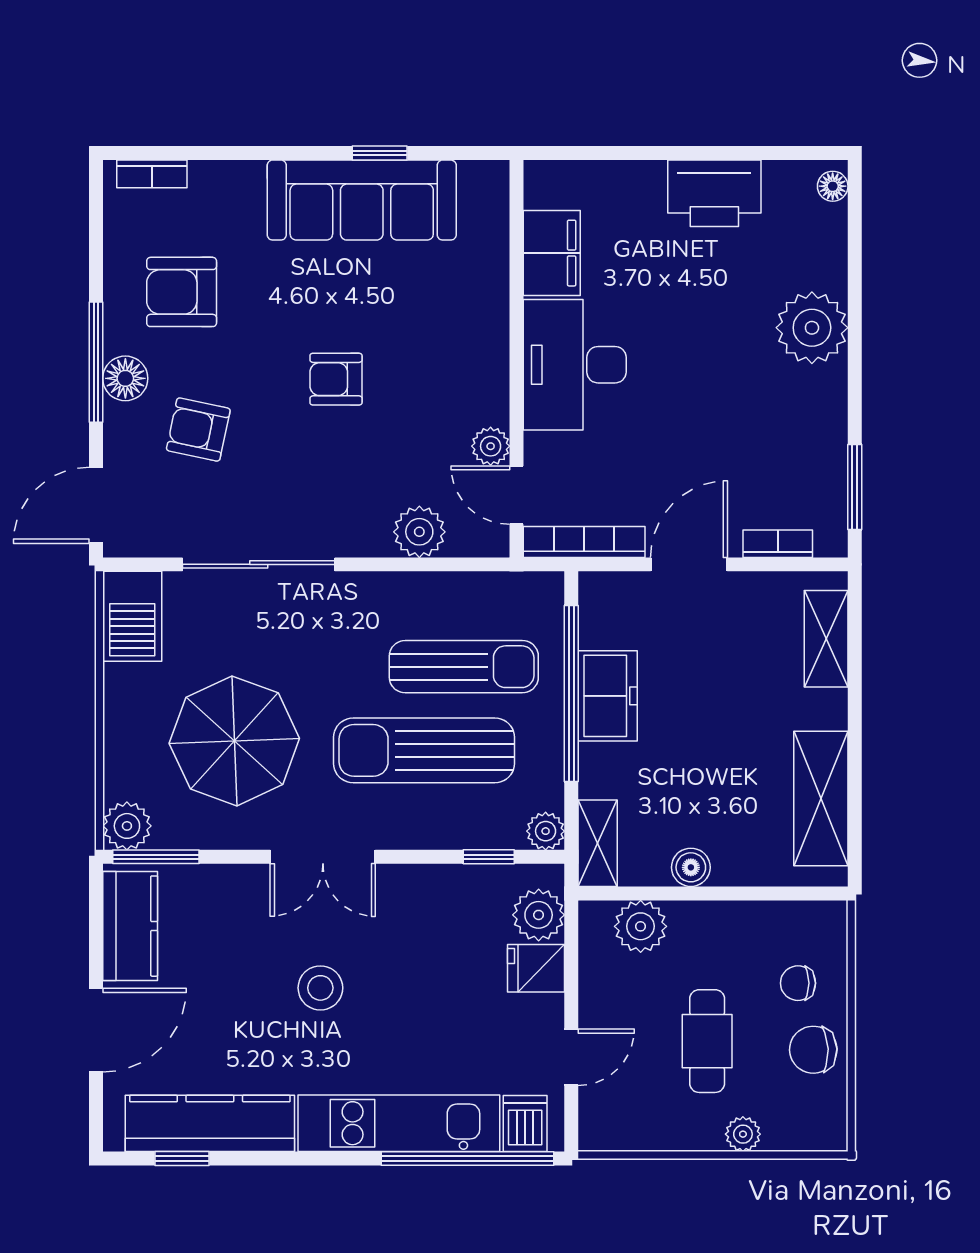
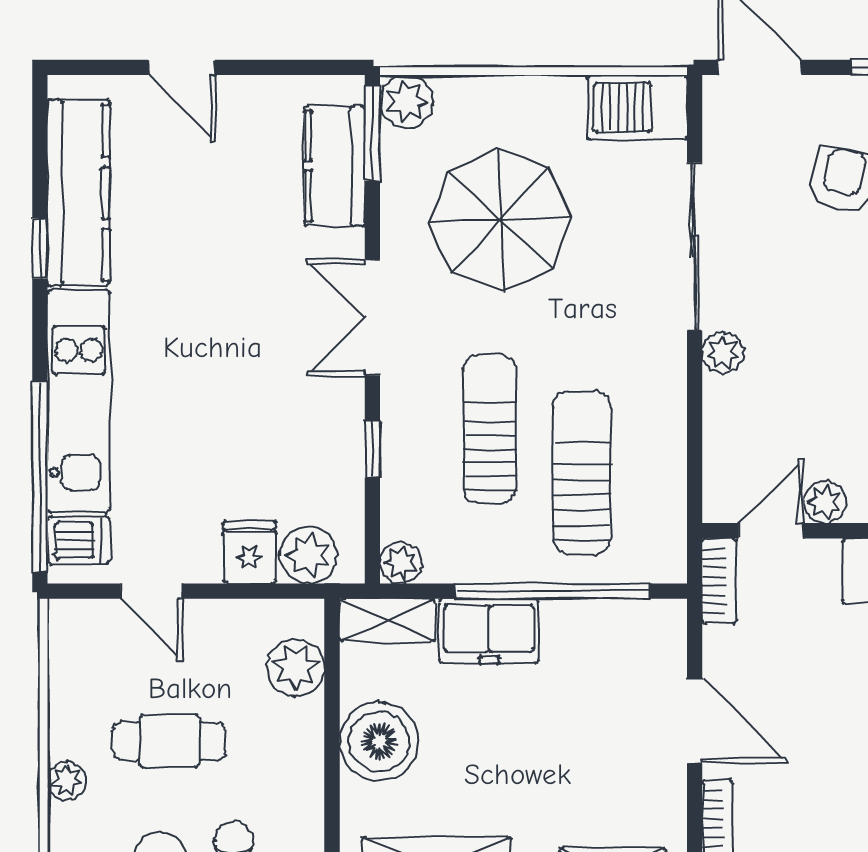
plant: (419, 532) -> (723, 353), moved, width x0.73, depth x0.73
bookcase: (584, 542) -> (719, 581), width x0.64
sun lounger: (464, 667) -> (582, 473), turned 180
freezer: (608, 696) -> (489, 631), moved
sun lounger: (424, 750) -> (490, 429), width x0.73, depth x0.75
window: (489, 857) -> (372, 449), moved
boiler: (691, 867) -> (379, 741), width x1.86, depth x1.86
kitchen counter: (130, 926) -> (335, 166), moved, turned 90
stool: (320, 988) -> (228, 315), removed
door: (96, 1030) -> (181, 67), width x0.73
window: (182, 1158) -> (40, 248), moved

